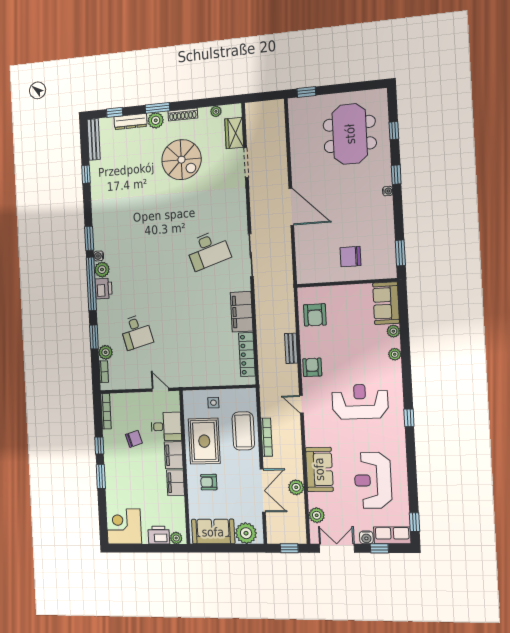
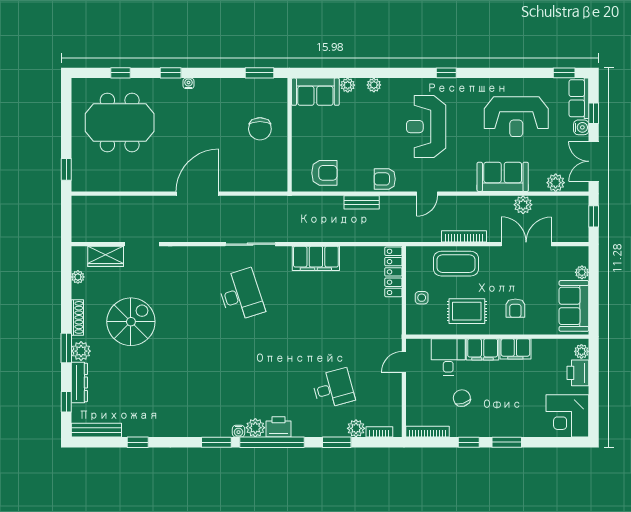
locker: (247, 355) -> (393, 272), moved, turned 90
rug: (204, 441) -> (467, 311), width x0.73, depth x0.70
plant: (246, 533) -> (582, 272), width x0.53, depth x0.53

